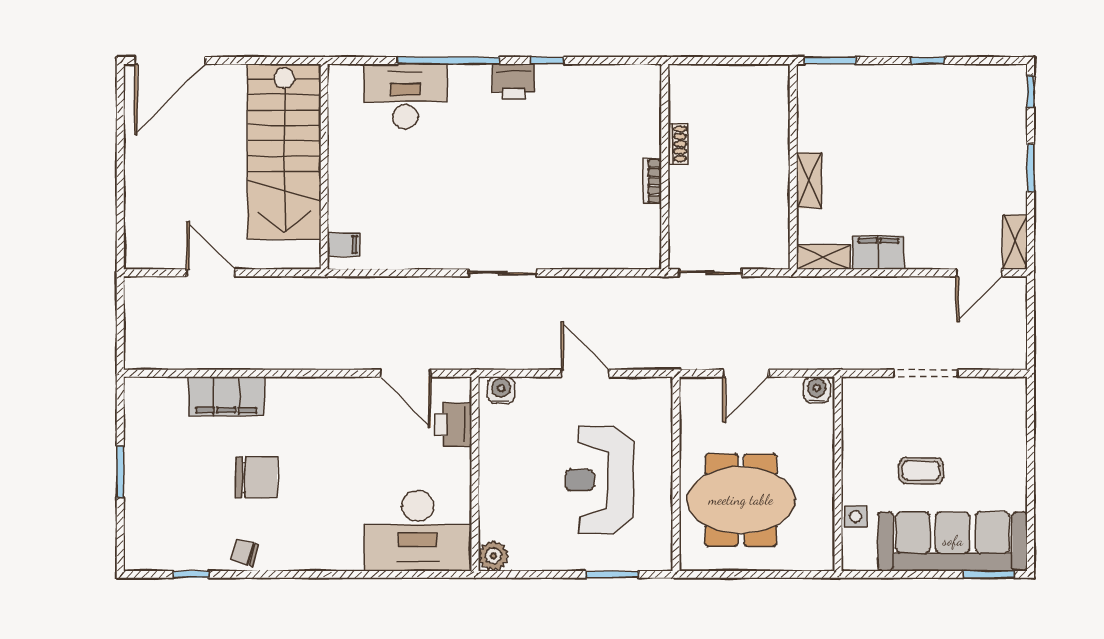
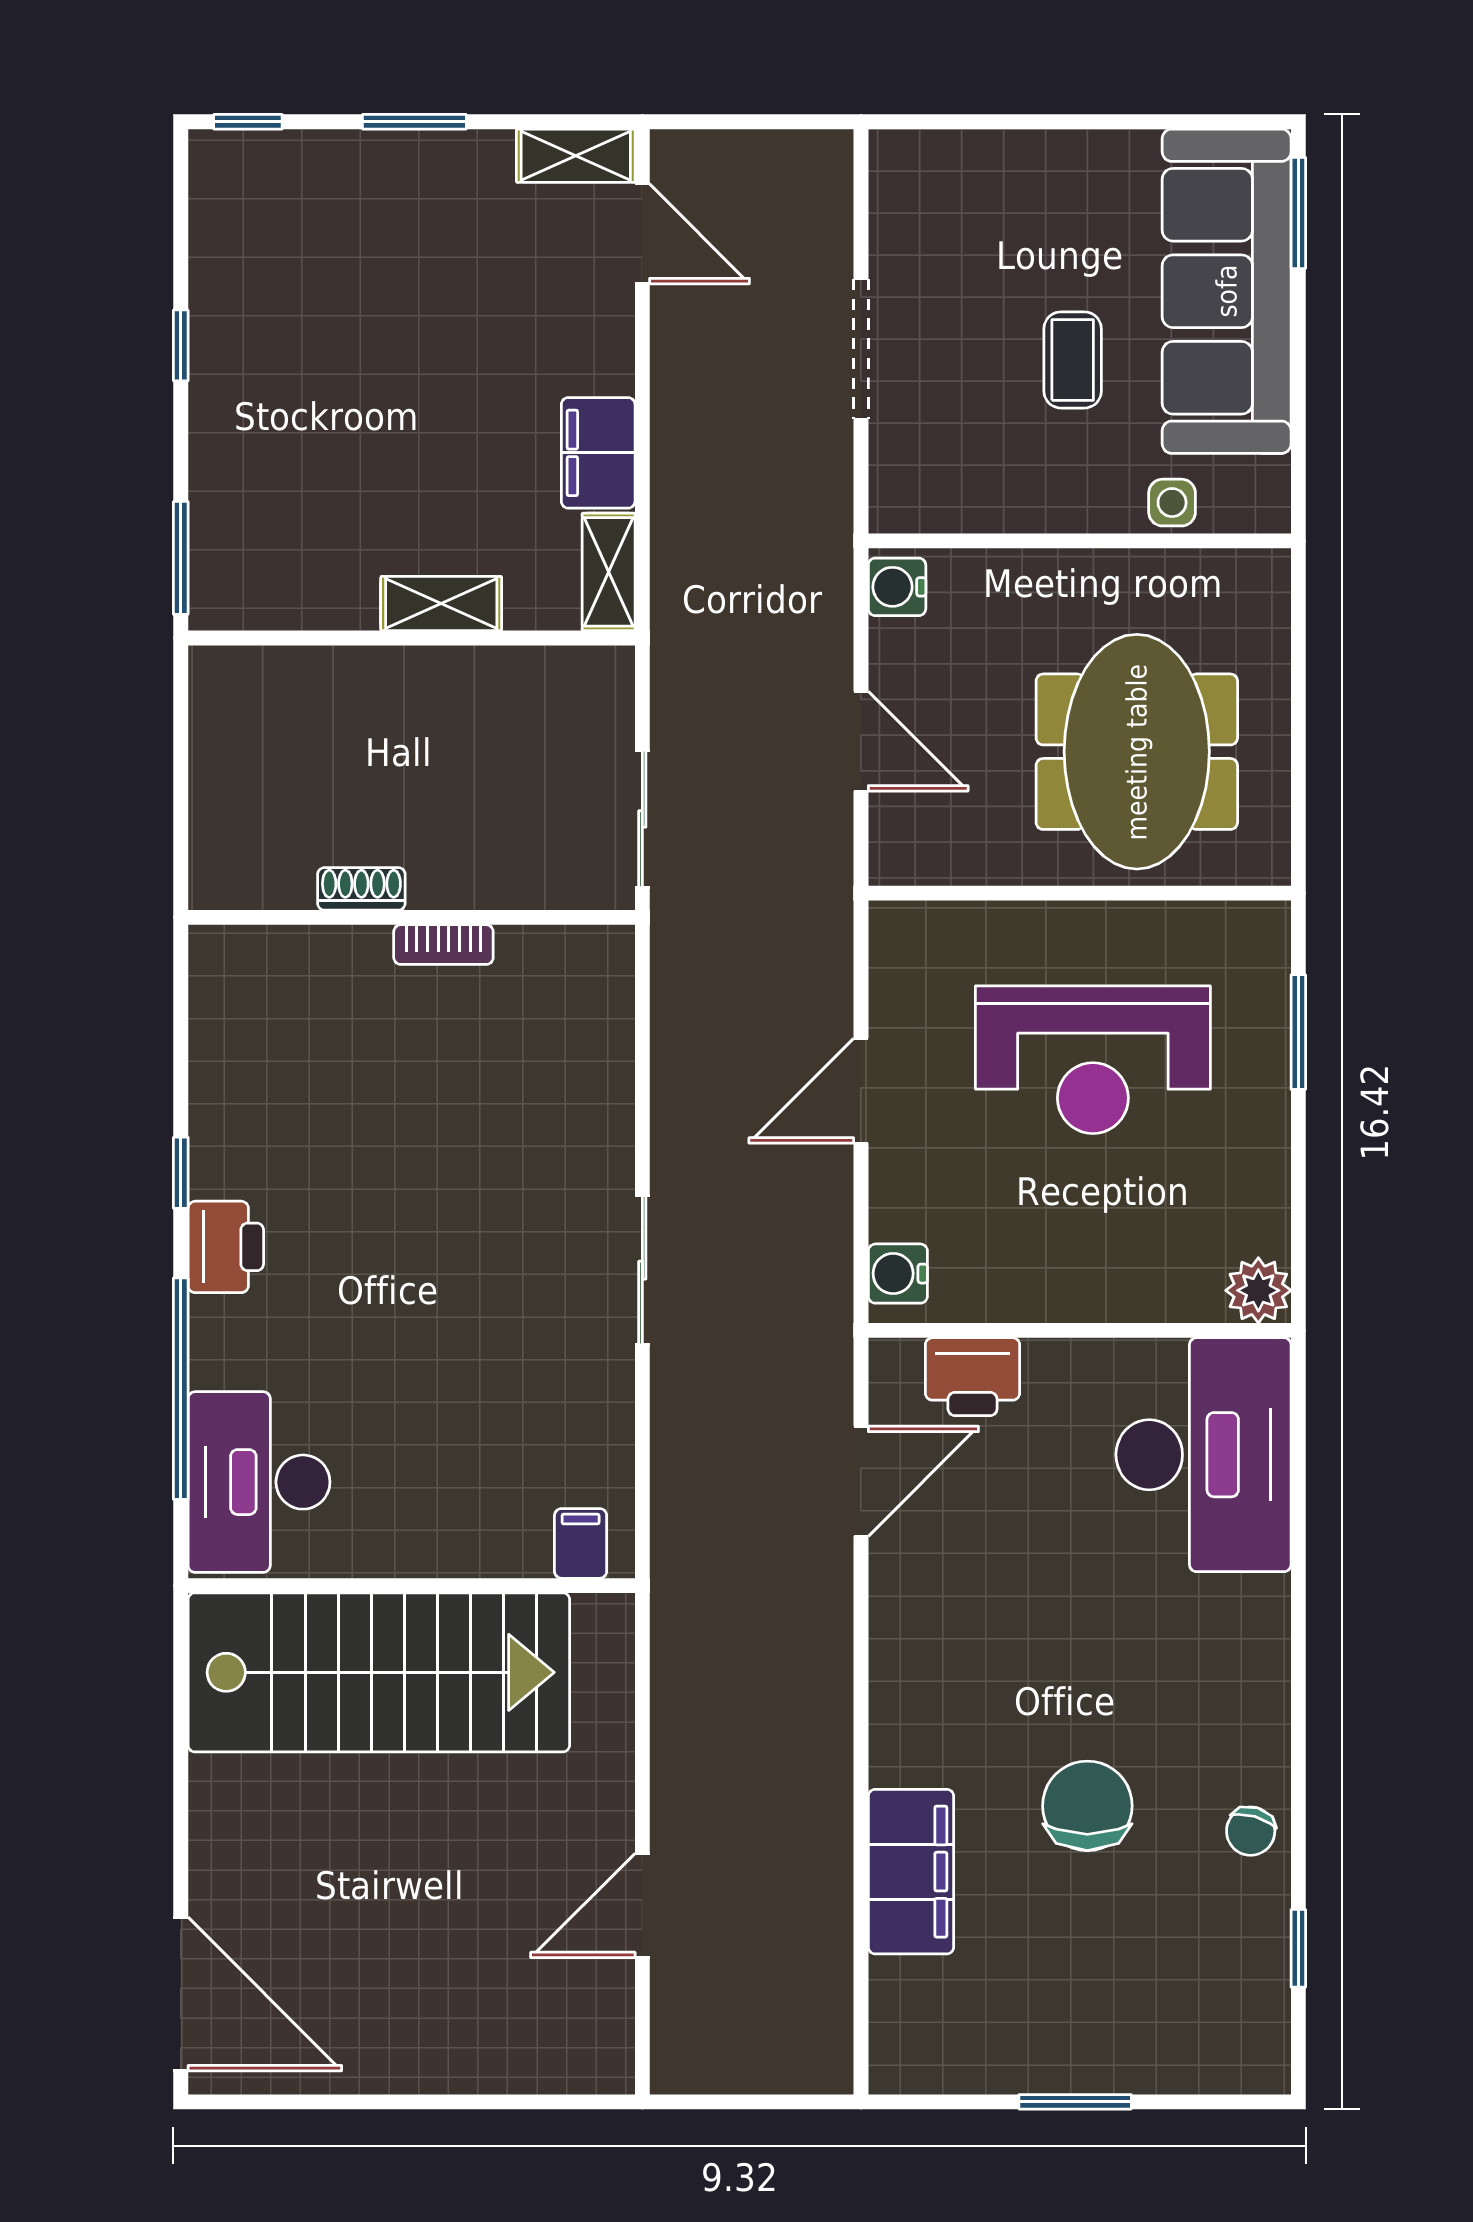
stairs: (284, 152) -> (379, 1672), moved
wall: (324, 167) -> (412, 1586), moved
filing cabinet: (343, 244) -> (581, 1543), moved

